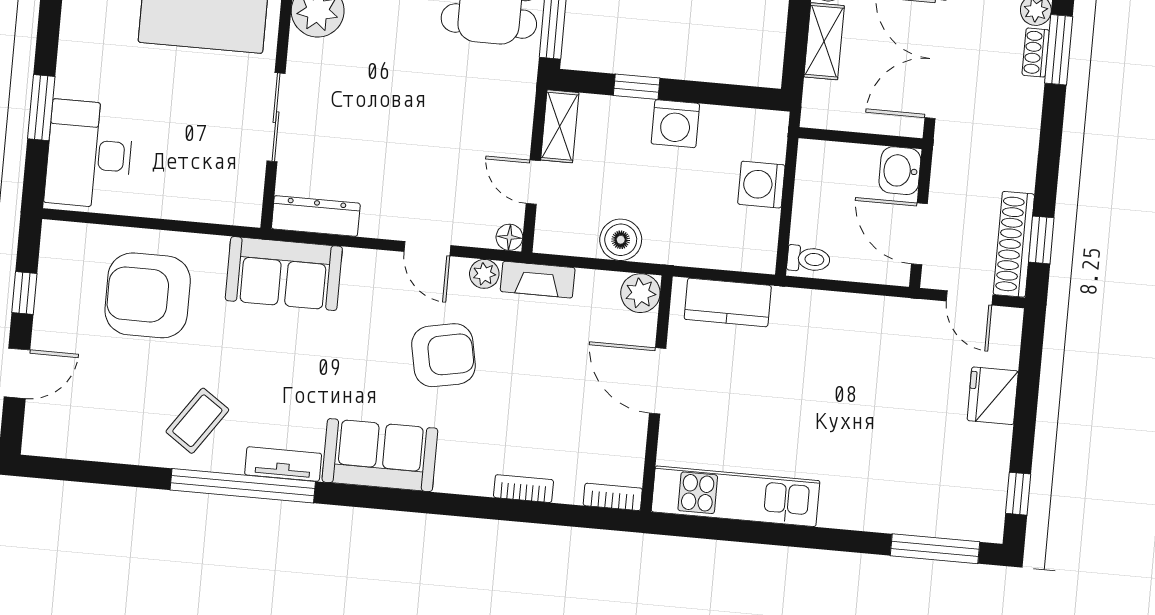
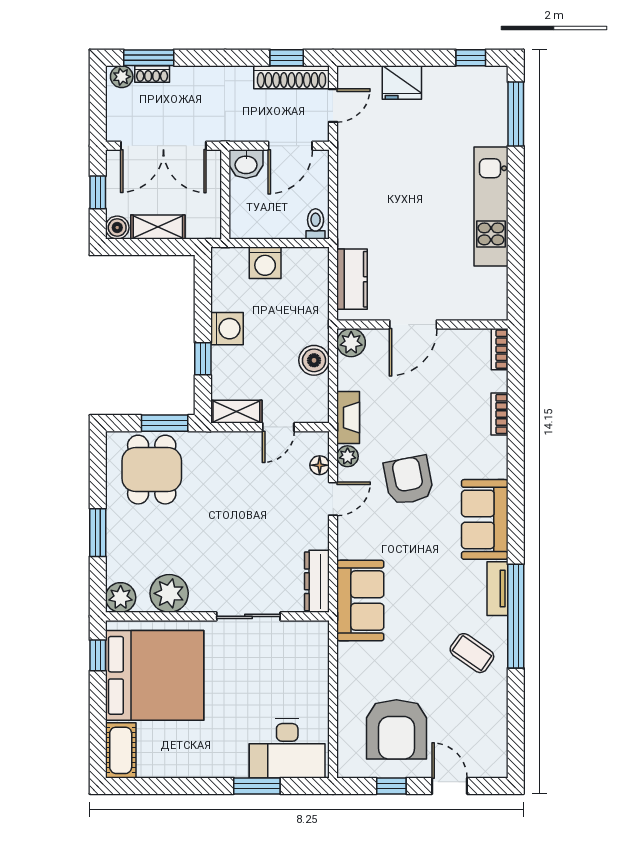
floor lamp: (509, 237) -> (320, 465), moved
armchair: (148, 295) -> (396, 729), moved
kitchen unit: (736, 496) -> (491, 206), moved

